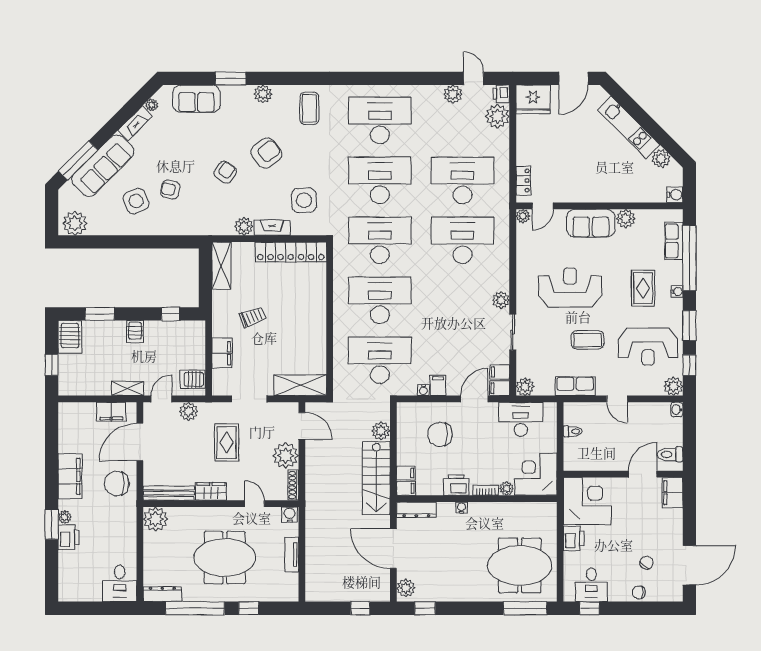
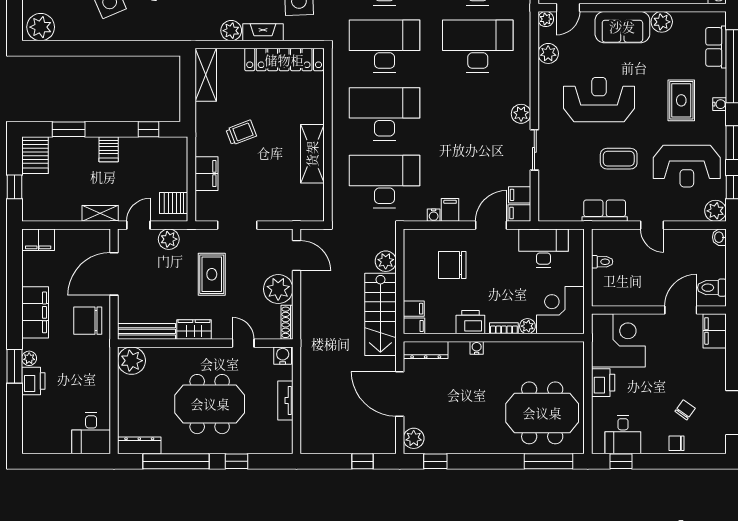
shelving: (300, 385) -> (312, 154), moved, turned 90
plant: (525, 387) -> (548, 53), moved
filing cabinet: (111, 412) -> (38, 240), moved

